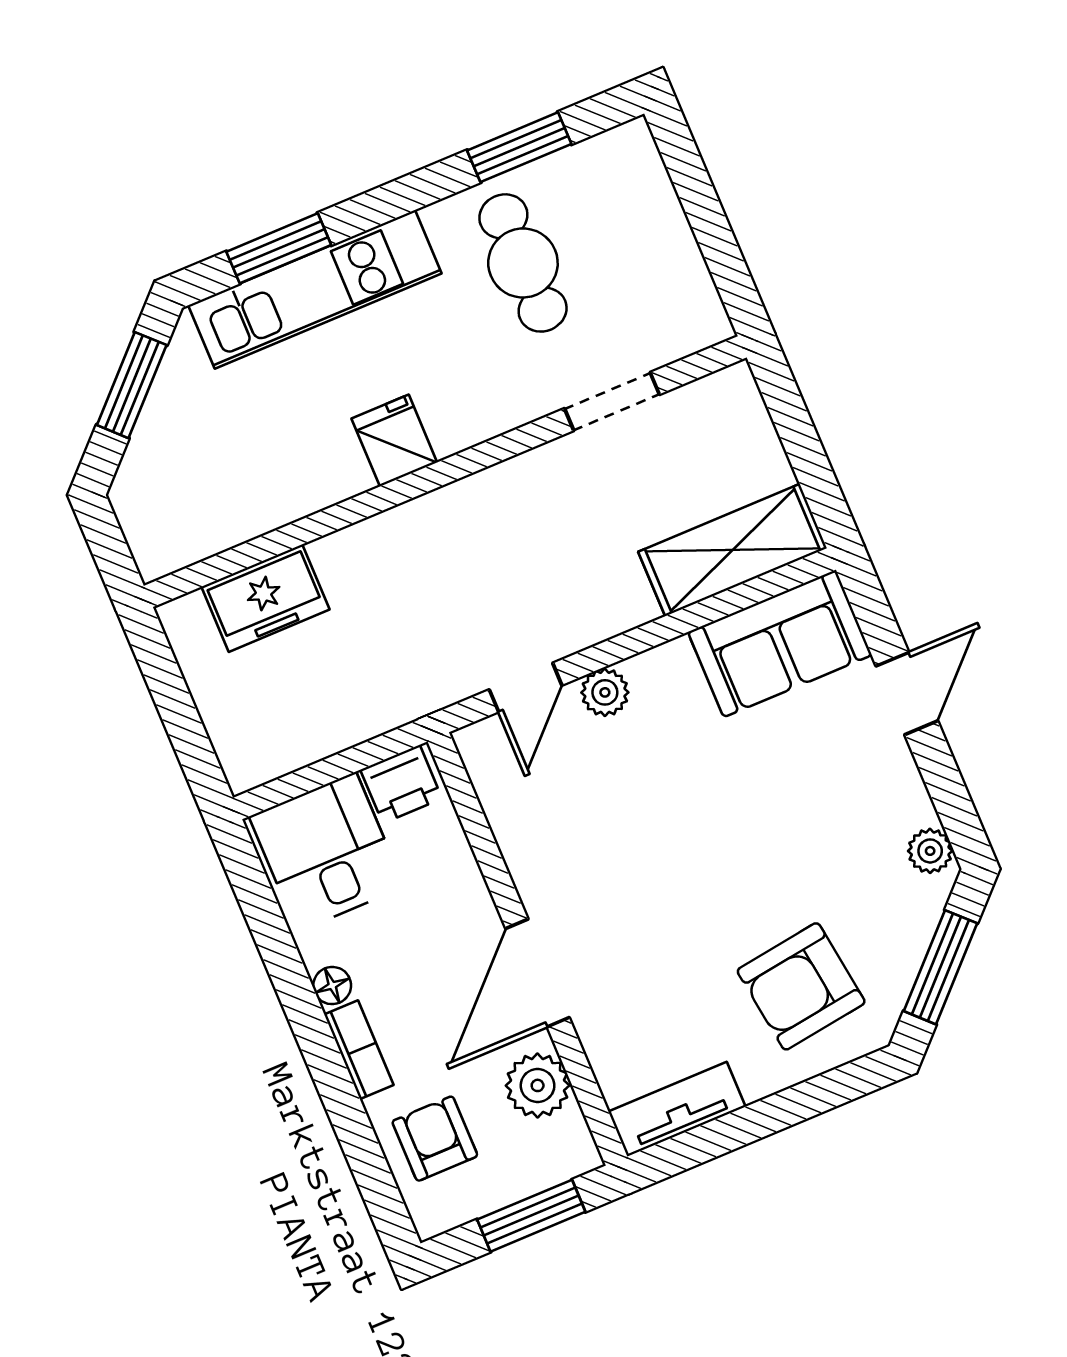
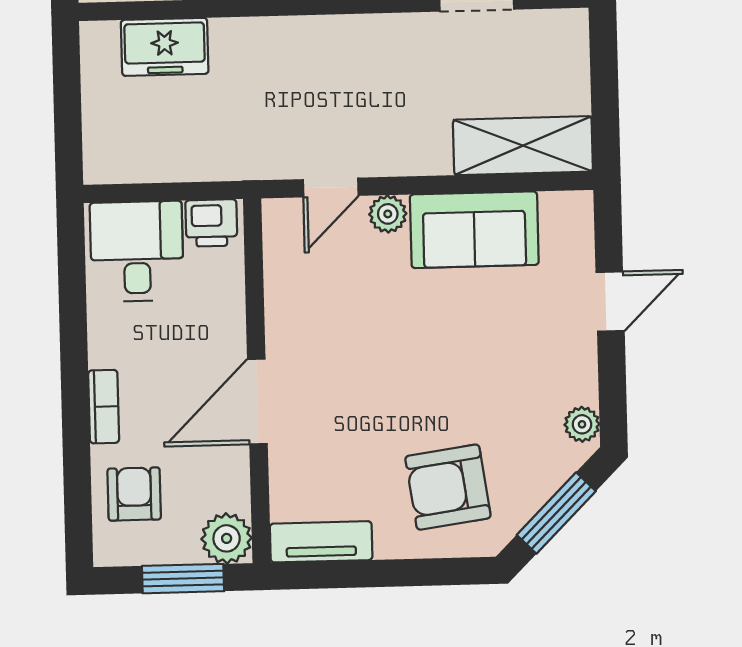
sofa: (780, 644) -> (474, 230), moved
floor lamp: (332, 986) -> (102, 352), removed
plant: (538, 1085) -> (227, 538), moved

